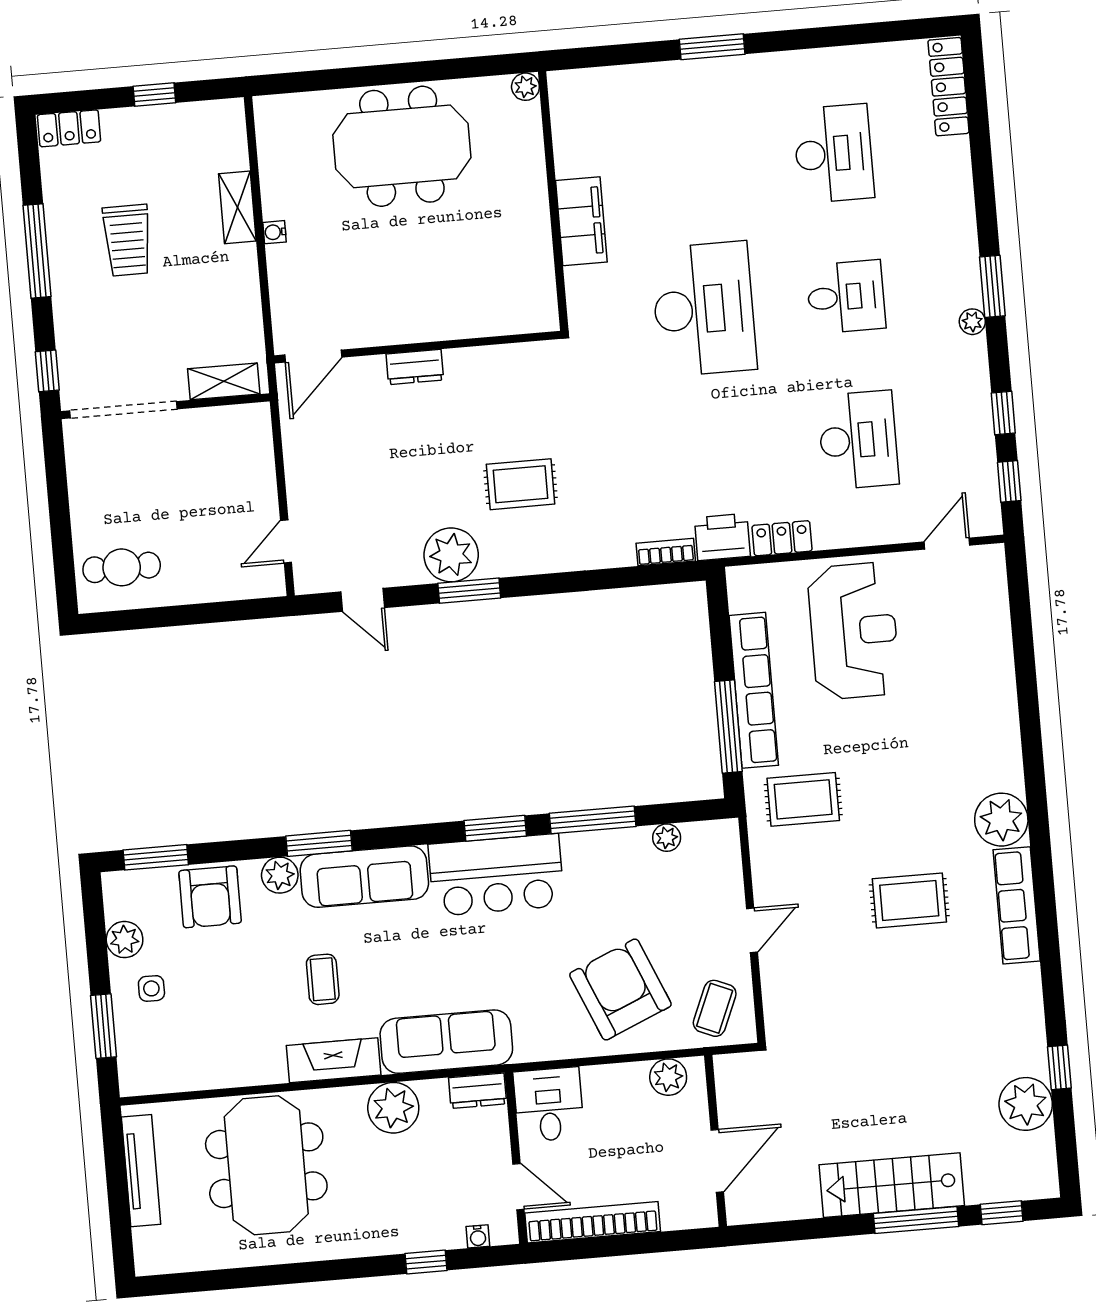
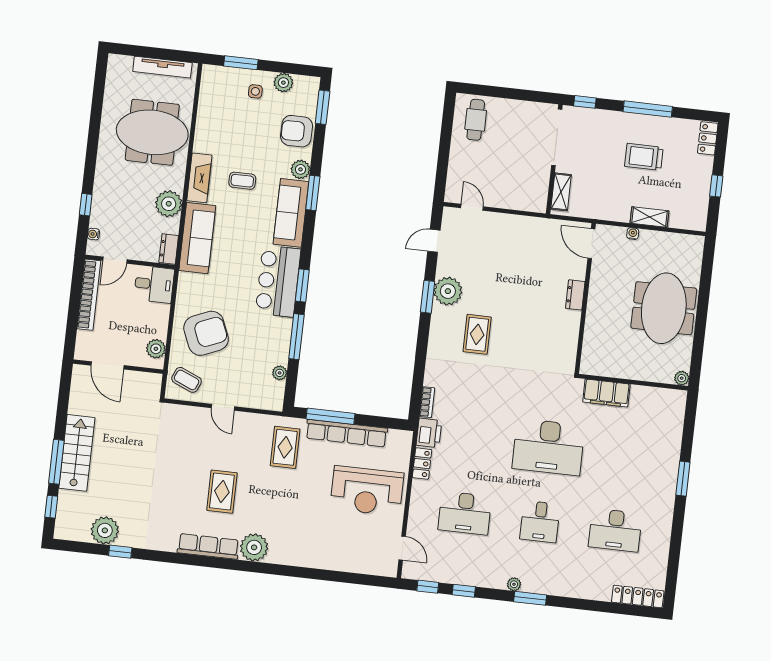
wall: (418, 347) -> (585, 298), moved
door: (313, 356) -> (591, 244), moved
dresser: (415, 367) -> (575, 295), moved

